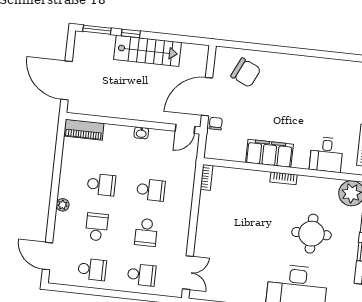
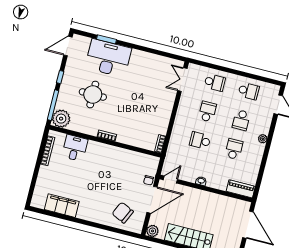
plant: (200, 53) -> (152, 231), added
filing cabinet: (269, 153) -> (62, 206), moved, turned 180
school desk: (101, 185) -> (234, 149), turned 90
school desk: (92, 269) -> (249, 91), turned 180
school desk: (142, 275) -> (215, 83), turned 180

